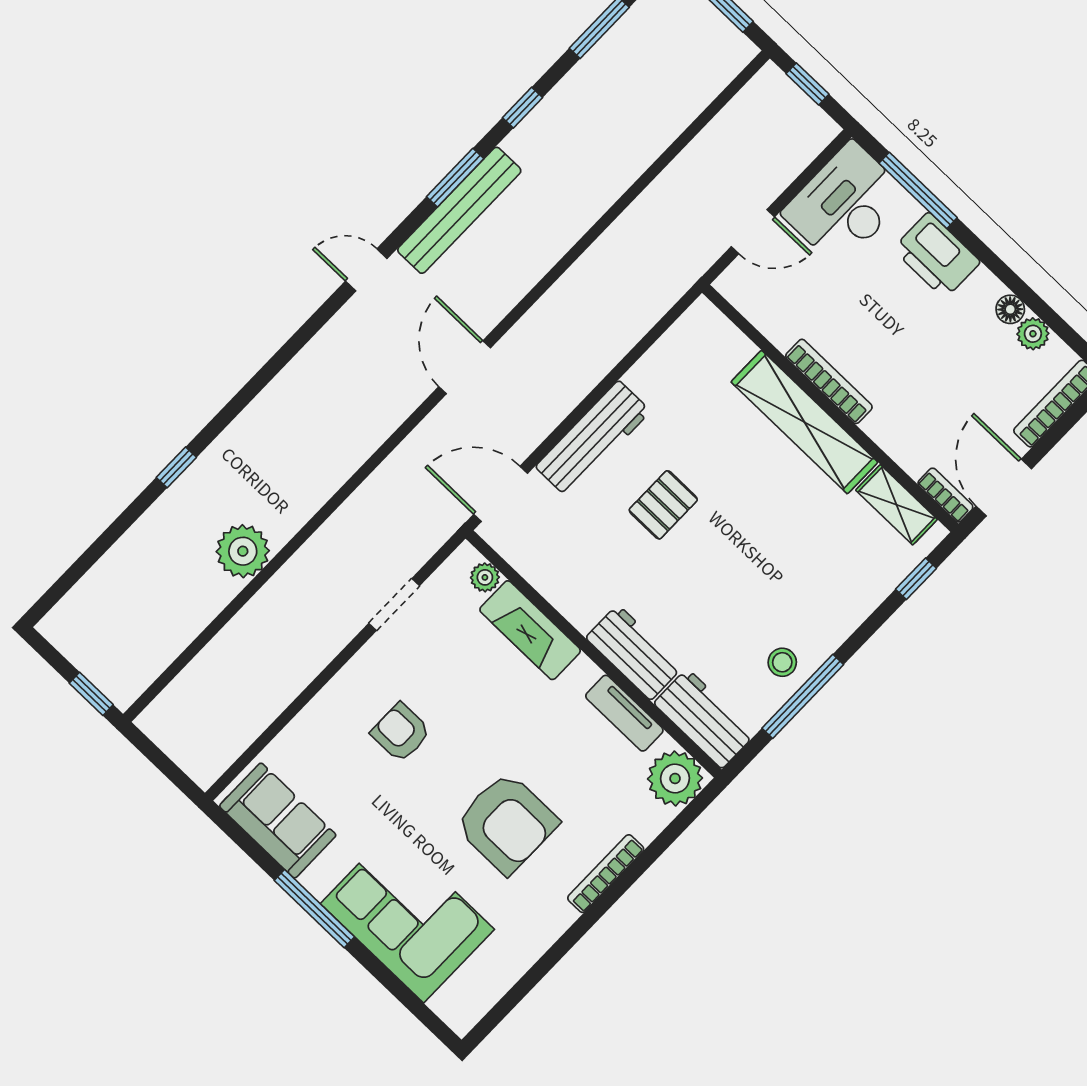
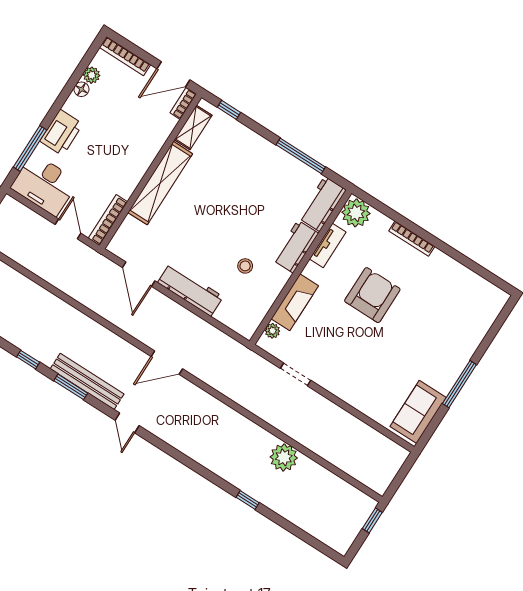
bookcase: (829, 381) -> (108, 220), moved
door: (501, 494) -> (139, 274), moved
pallet: (663, 505) -> (217, 247), removed
stool: (782, 662) -> (245, 266), moved
armchair: (401, 732) -> (360, 358), removed
armchair: (506, 823) -> (372, 295), moved
corner sofa: (407, 917) -> (454, 336), removed

